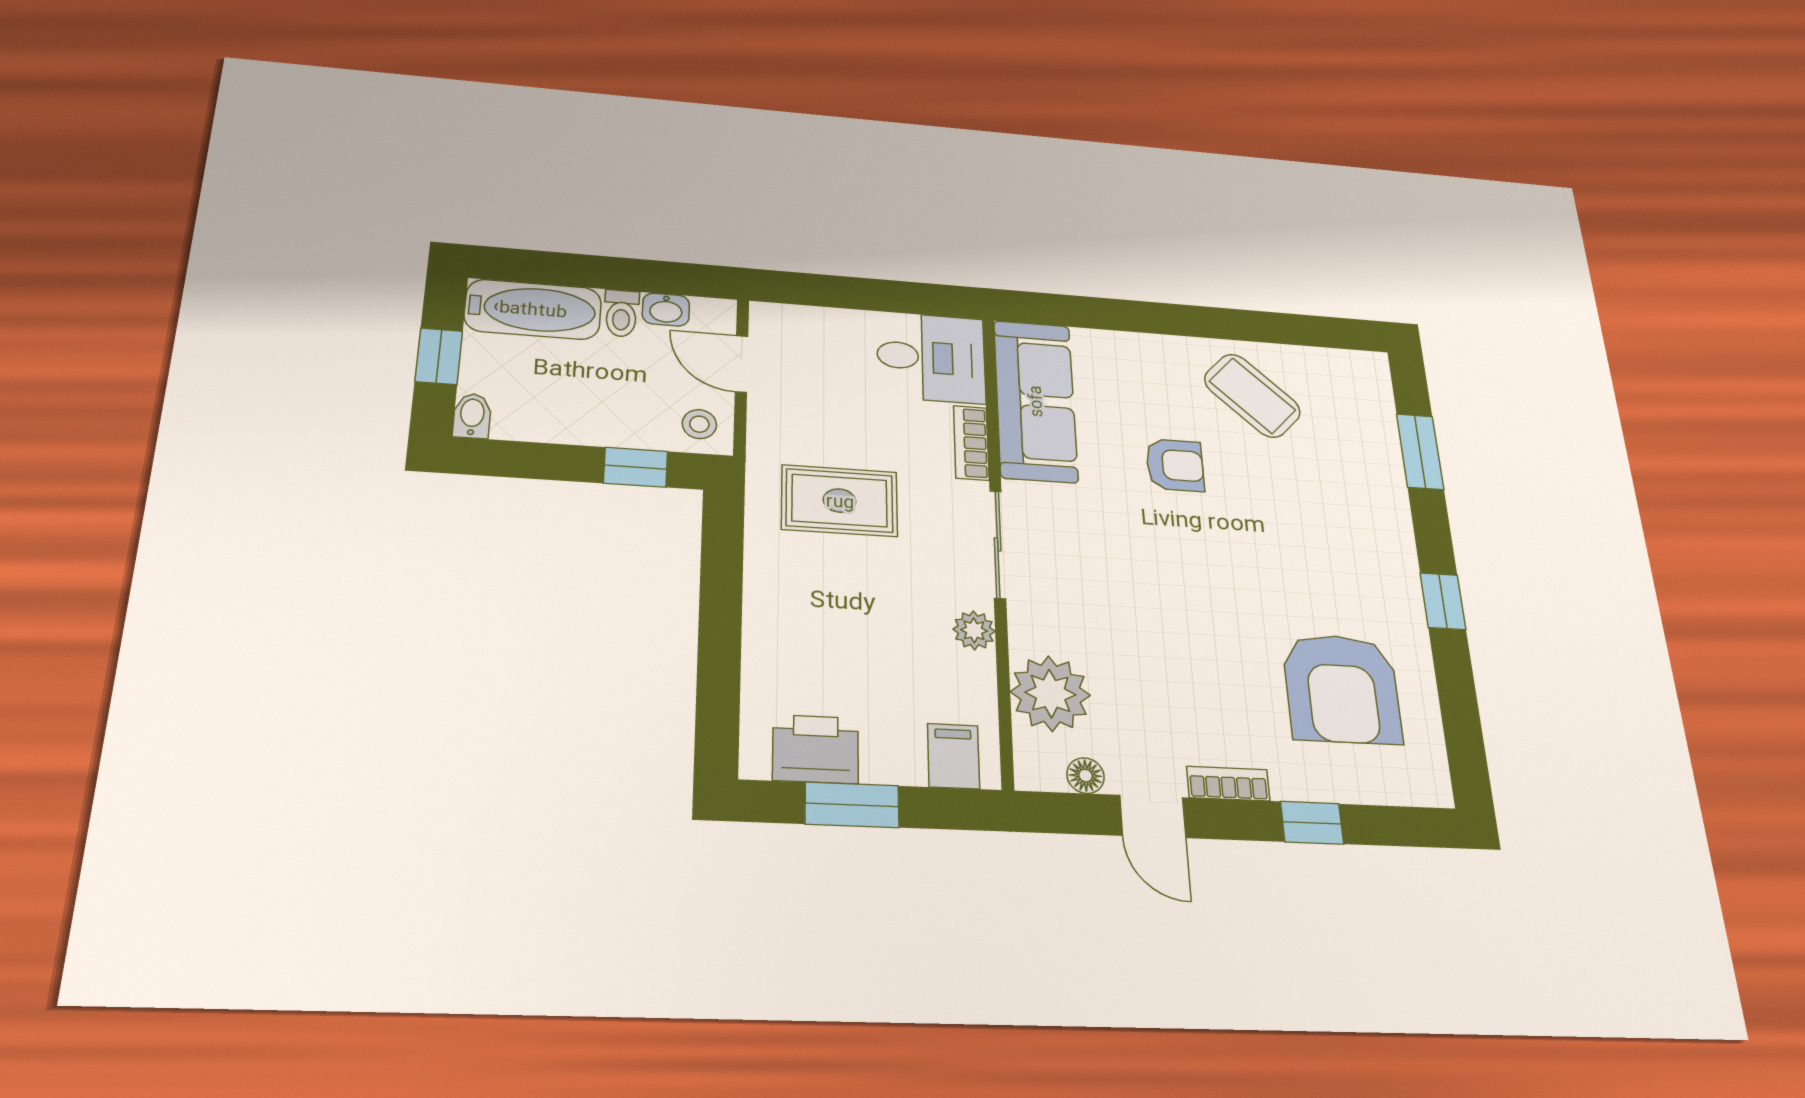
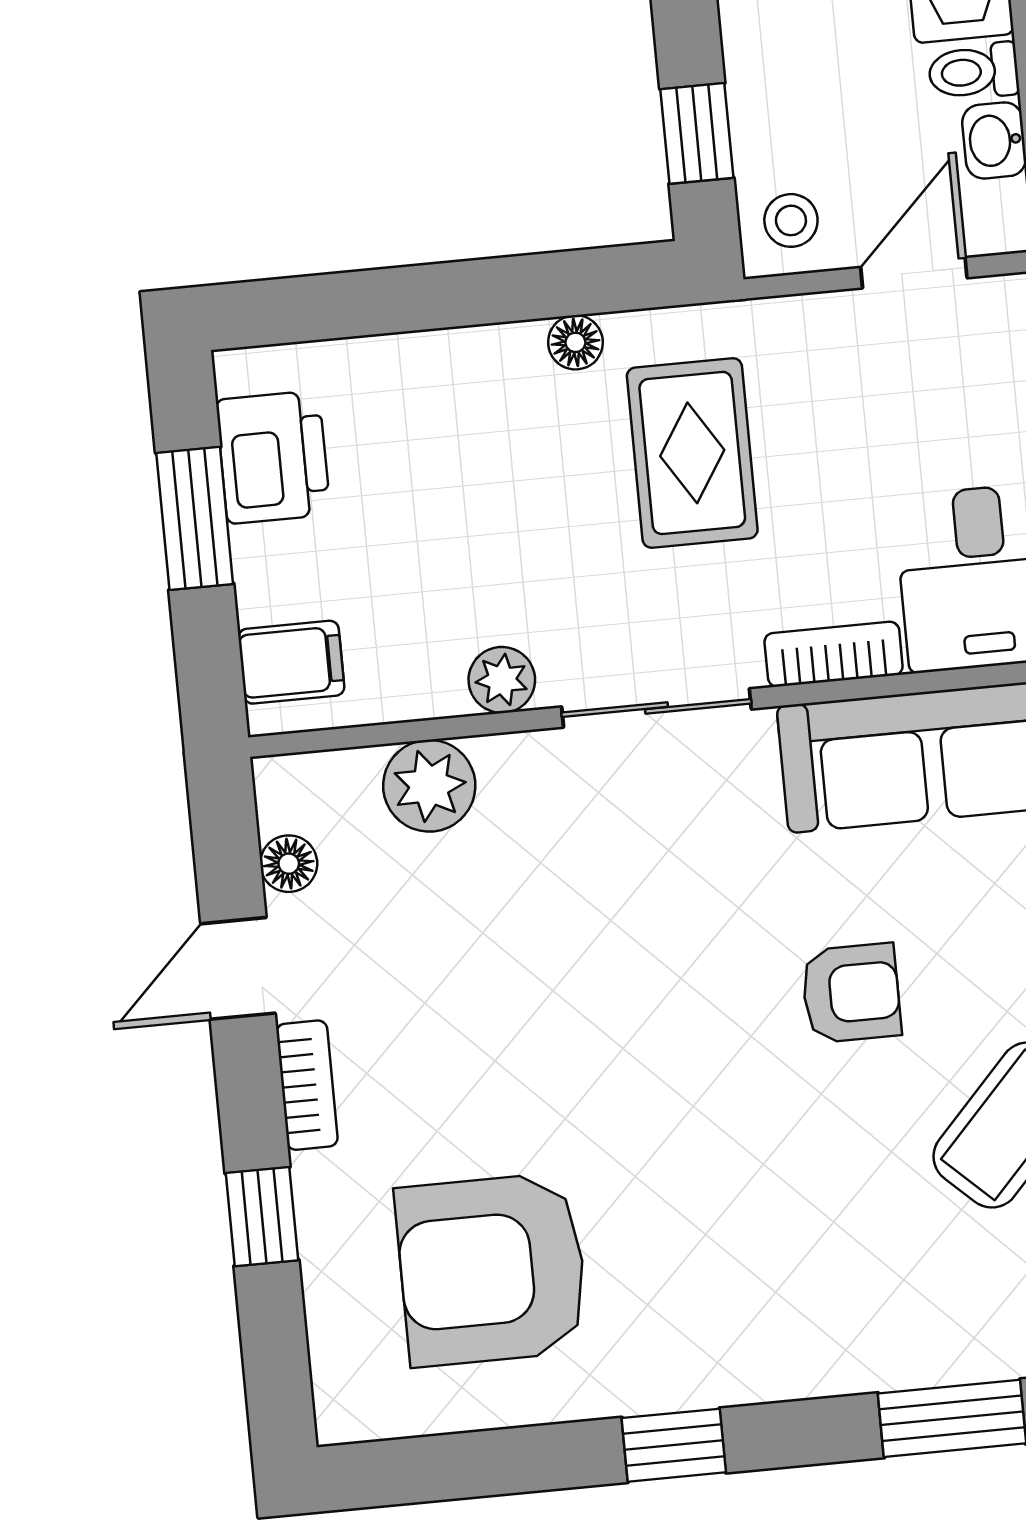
armchair: (1175, 465) -> (851, 993), turned -90
floor lamp: (761, 556) -> (575, 342), added
plant: (1050, 694) -> (429, 786), width x0.73, depth x0.73

